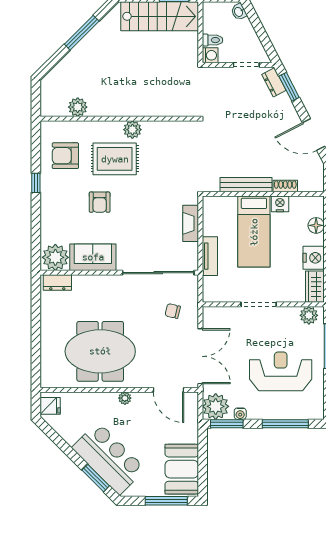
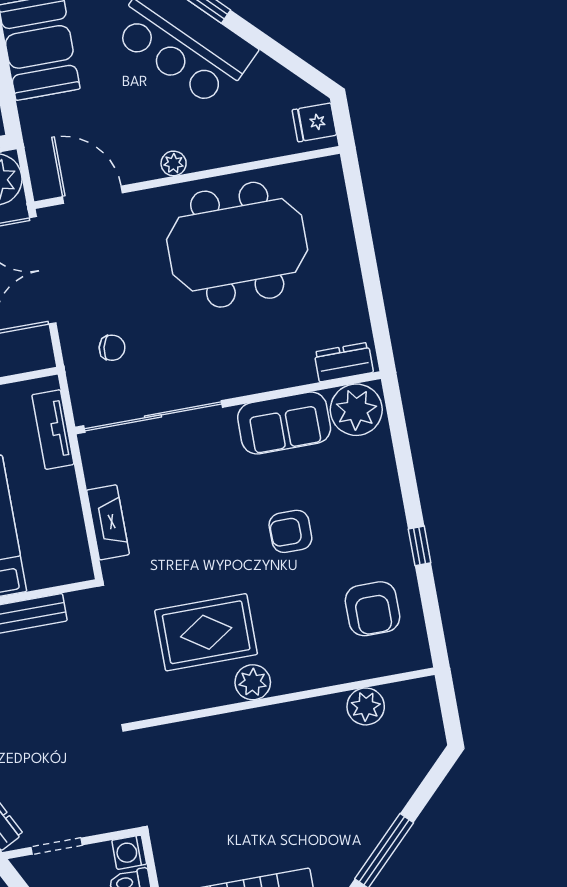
armchair: (65, 156) -> (373, 609), turned 90
rug: (115, 159) -> (206, 632), moved
armchair: (100, 202) -> (290, 531), turned -90
tv unit: (210, 256) -> (53, 430), moved

